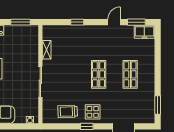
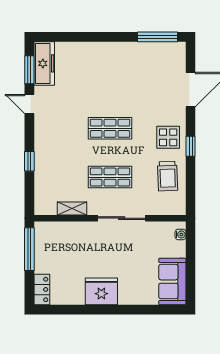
window: (20, 22) -> (29, 249), width x1.44
freezer: (144, 32) -> (44, 63), width x1.40
shop shelf: (130, 74) -> (110, 177), moved
window: (158, 105) -> (158, 37), width x1.44

